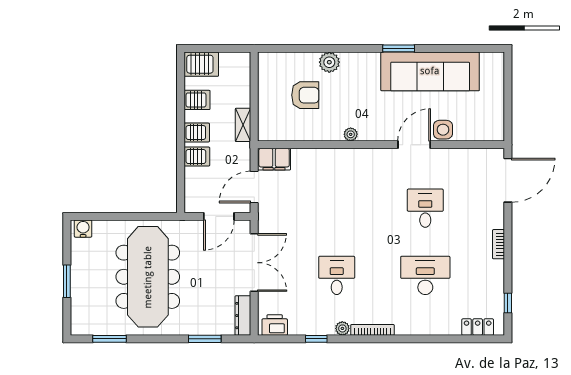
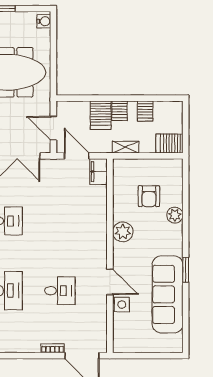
server rack: (201, 64) -> (169, 144), moved, turned 90
plant: (351, 134) -> (123, 232), width x1.88, depth x1.88
server rack: (197, 157) -> (101, 115), width x1.36, depth x1.44
bookcase: (498, 244) -> (53, 348), moved

